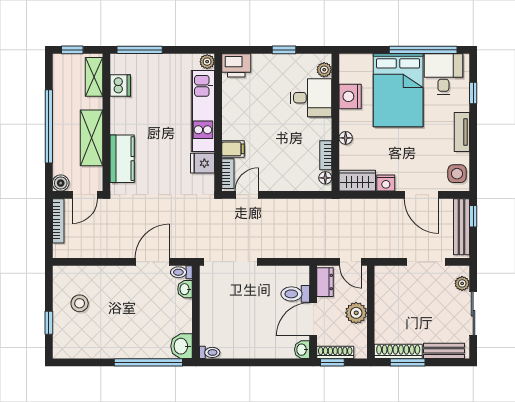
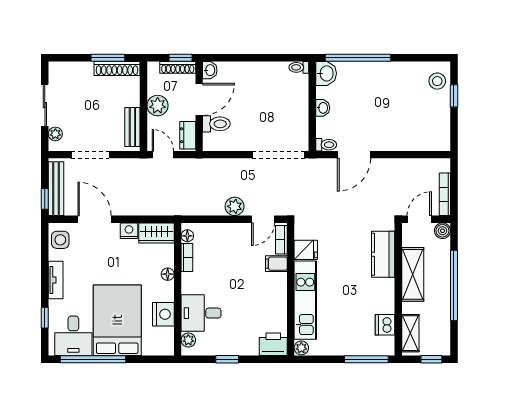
plant: (276, 208) -> (235, 206), added
washbasin: (185, 289) -> (323, 108), moved
stool: (80, 303) -> (437, 81), moved
bench: (444, 351) -> (132, 127), moved, turned 90

